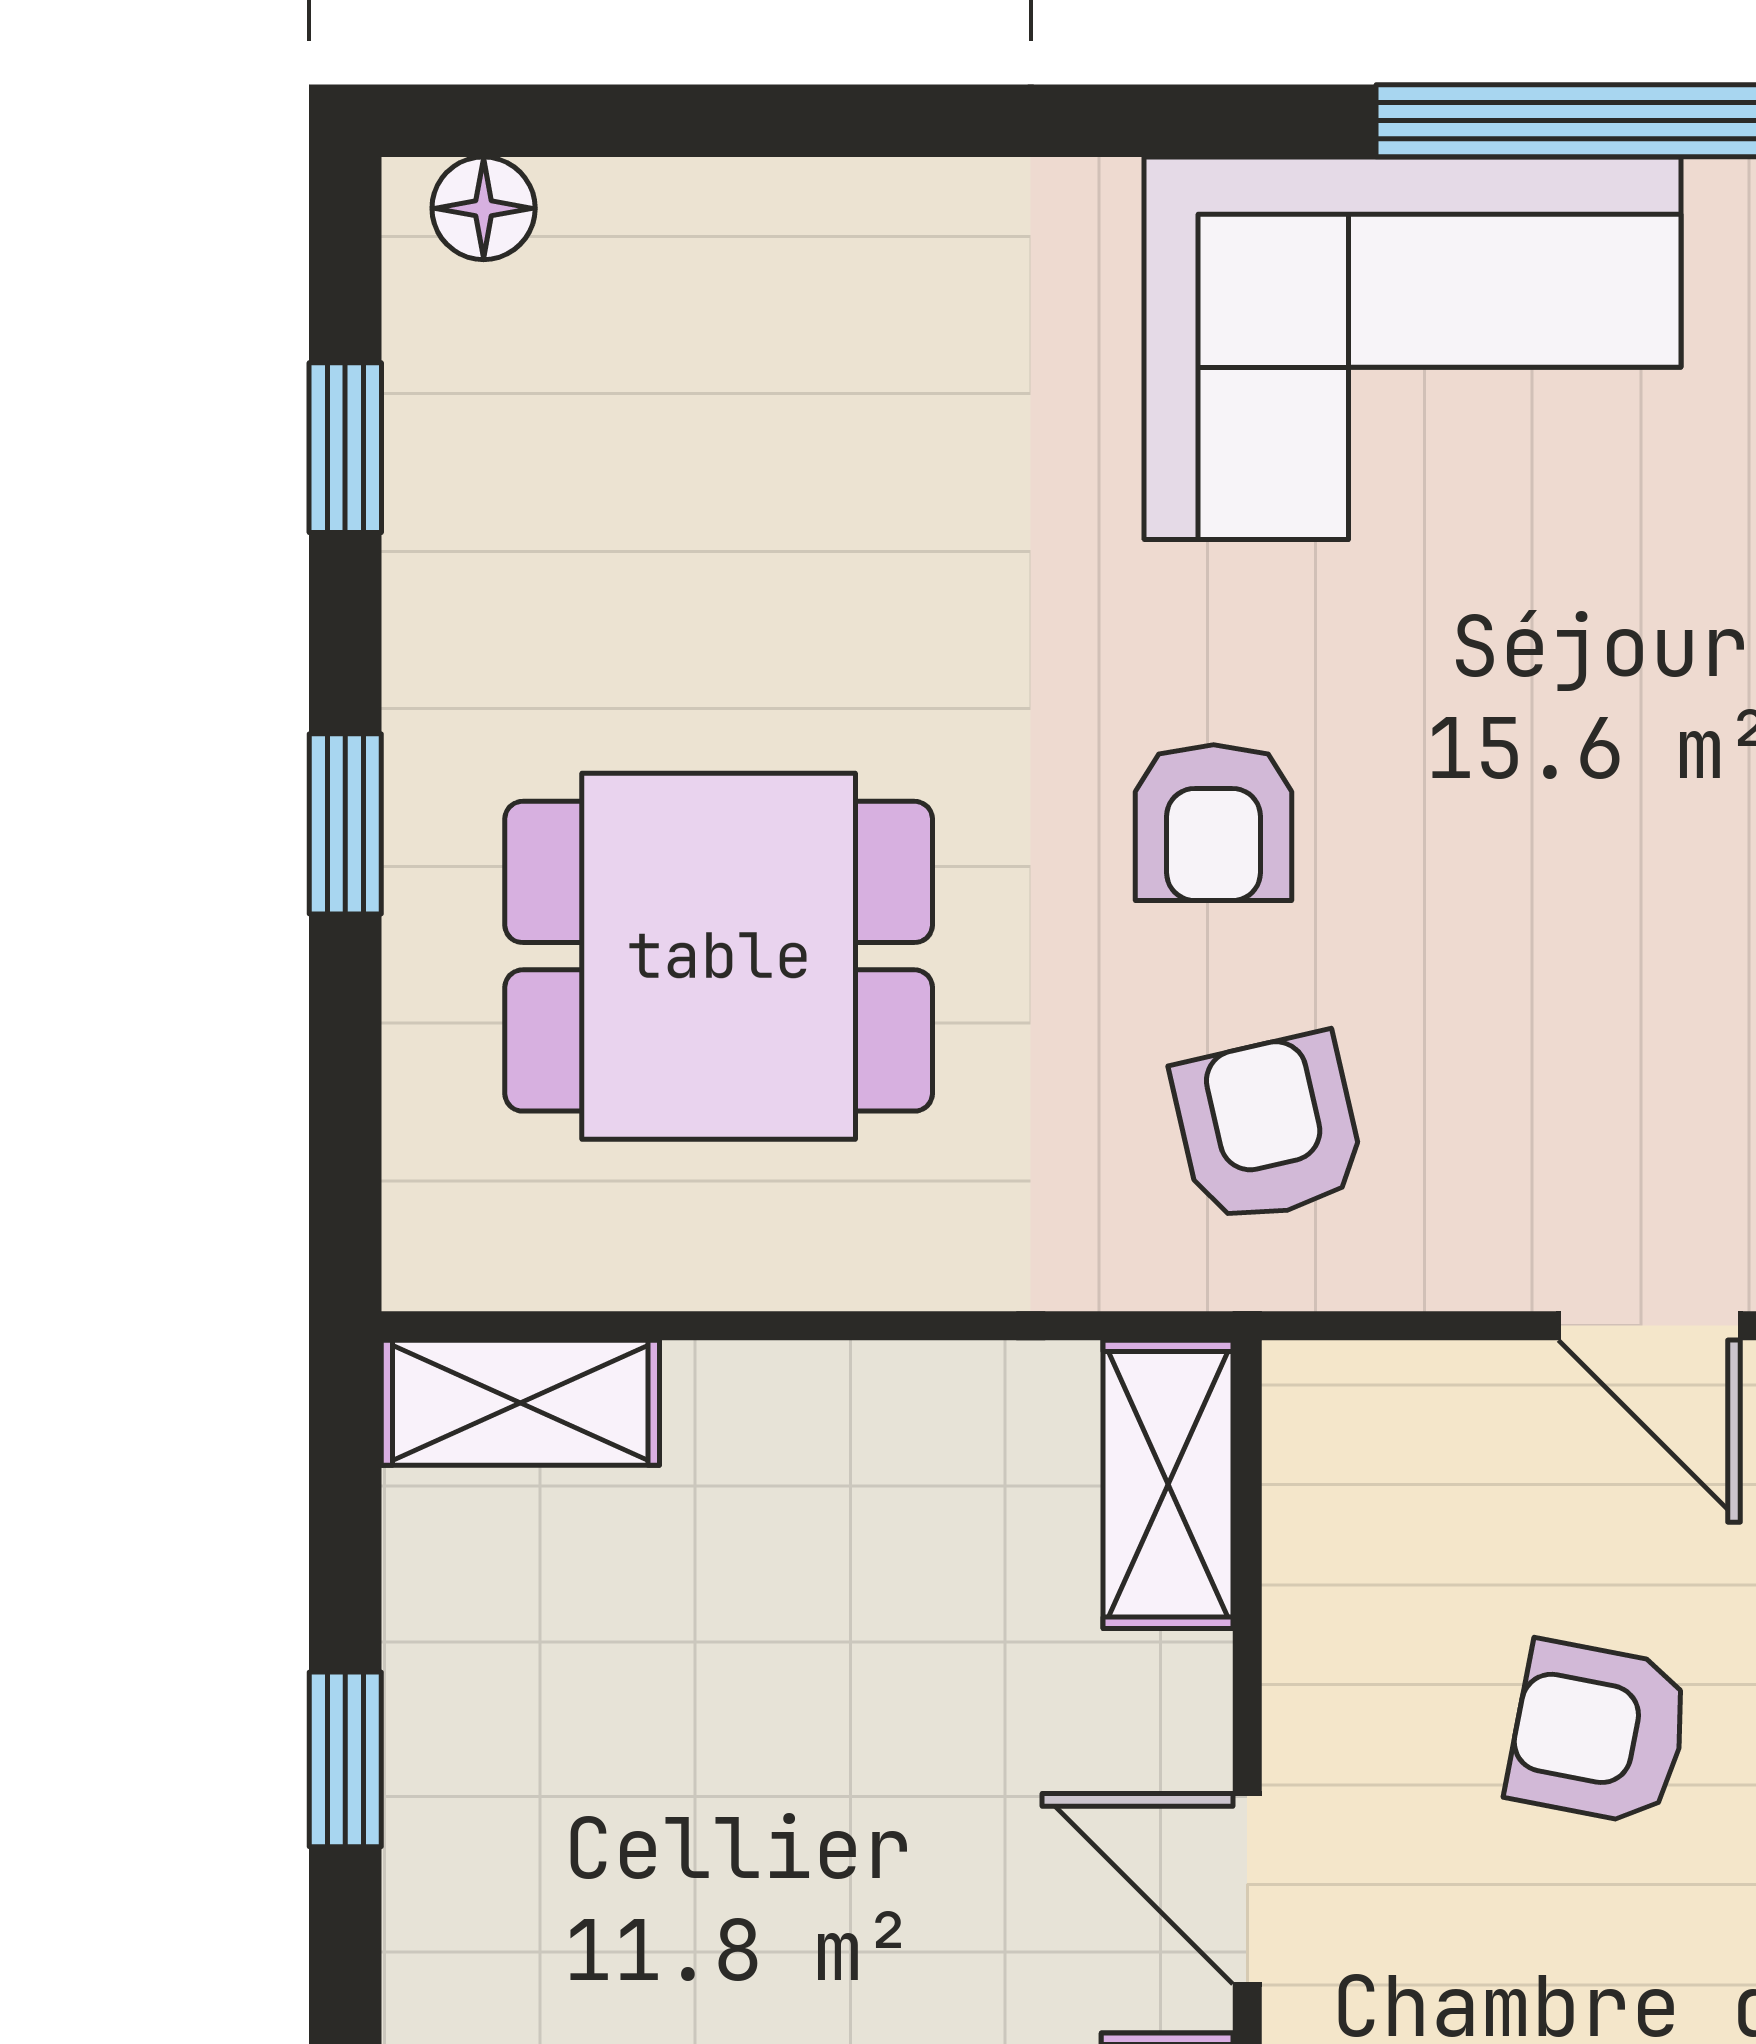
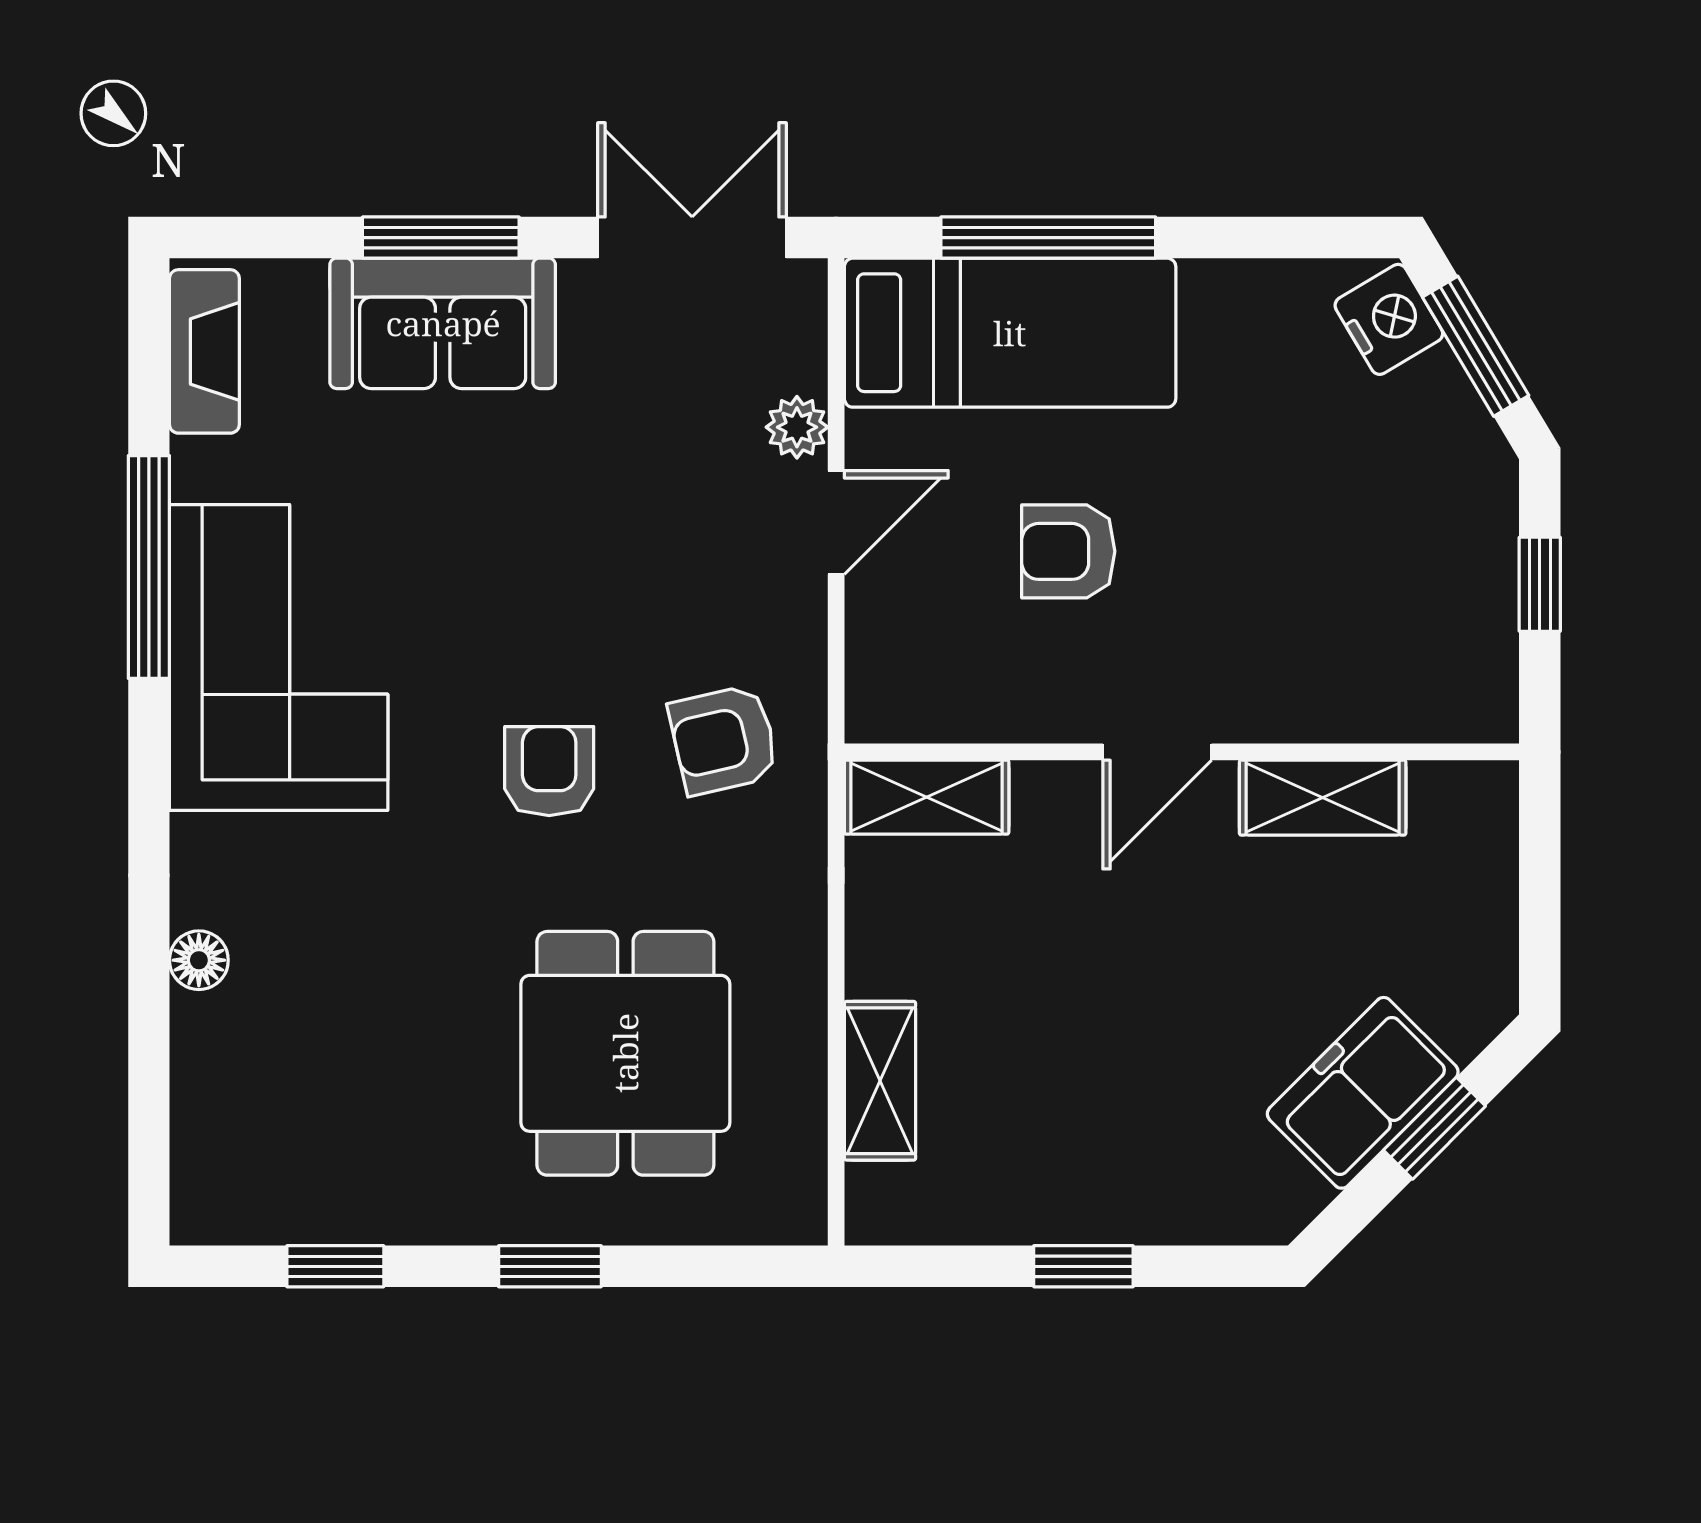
floor lamp: (484, 208) -> (199, 960), moved
armchair: (1214, 823) -> (549, 771), turned -90
shelving: (520, 1403) -> (880, 1081), moved
armchair: (1599, 1733) -> (1068, 551), turned 79

